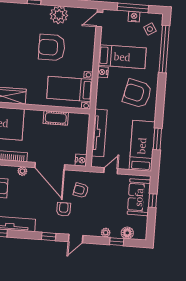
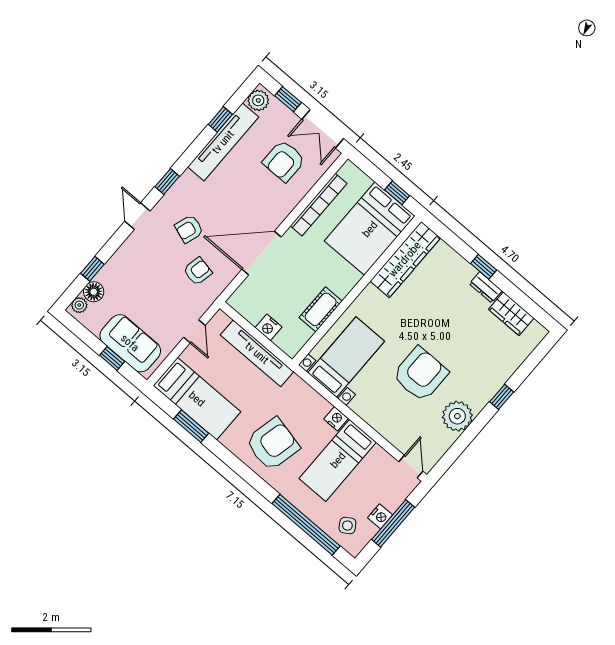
nightstand: (81, 160) -> (269, 327), moved
plant: (22, 171) -> (282, 211), removed
armchair: (64, 209) -> (189, 229), turned 109
plant: (106, 233) -> (79, 305), moved

